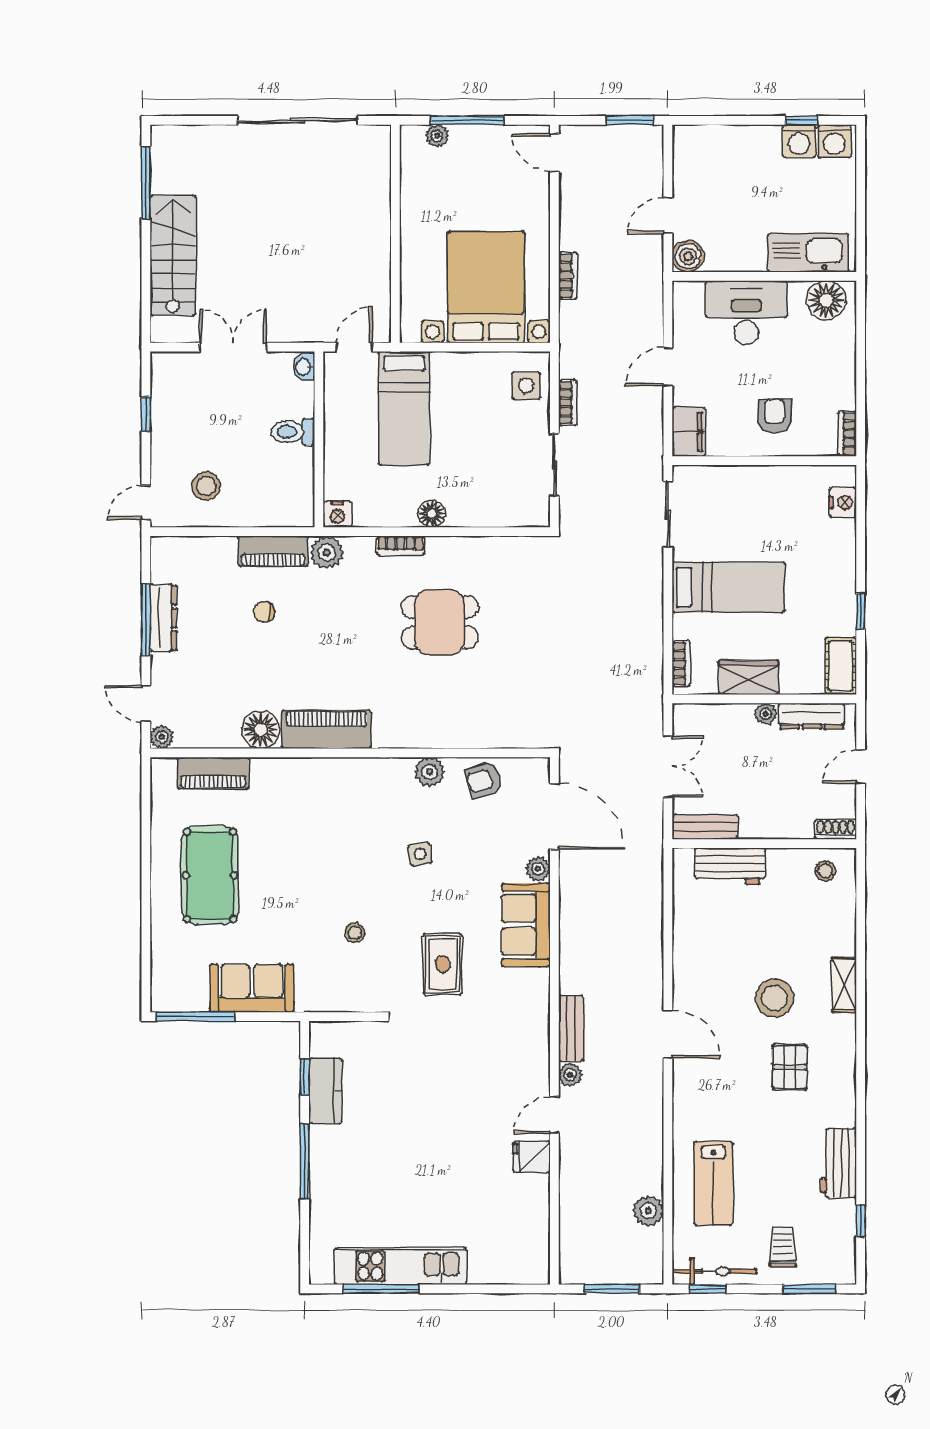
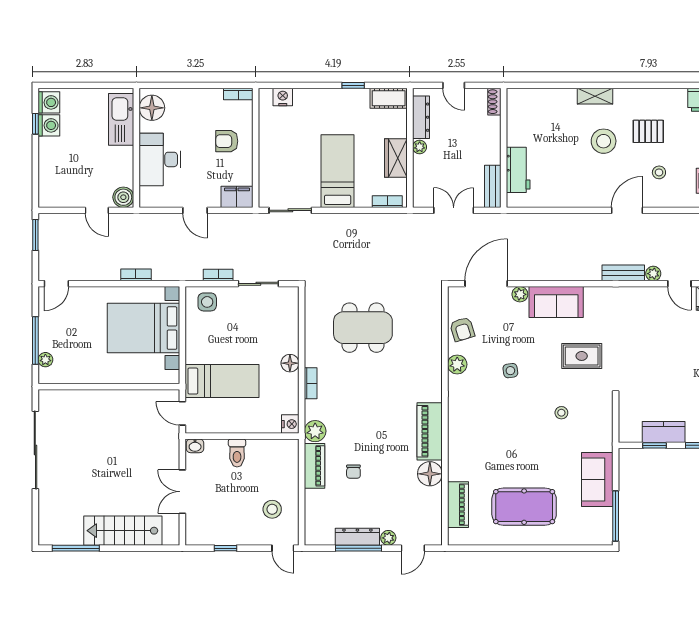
dining table: (440, 622) -> (363, 328), moved, width x1.38
plant: (162, 737) -> (388, 538), moved
stool: (825, 871) -> (659, 172), moved

